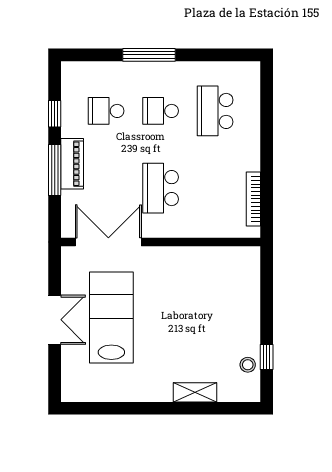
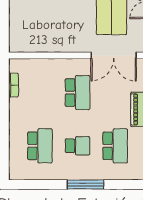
school desk: (106, 111) -> (115, 146), width x1.85
bookcase: (253, 199) -> (13, 85), width x0.64

